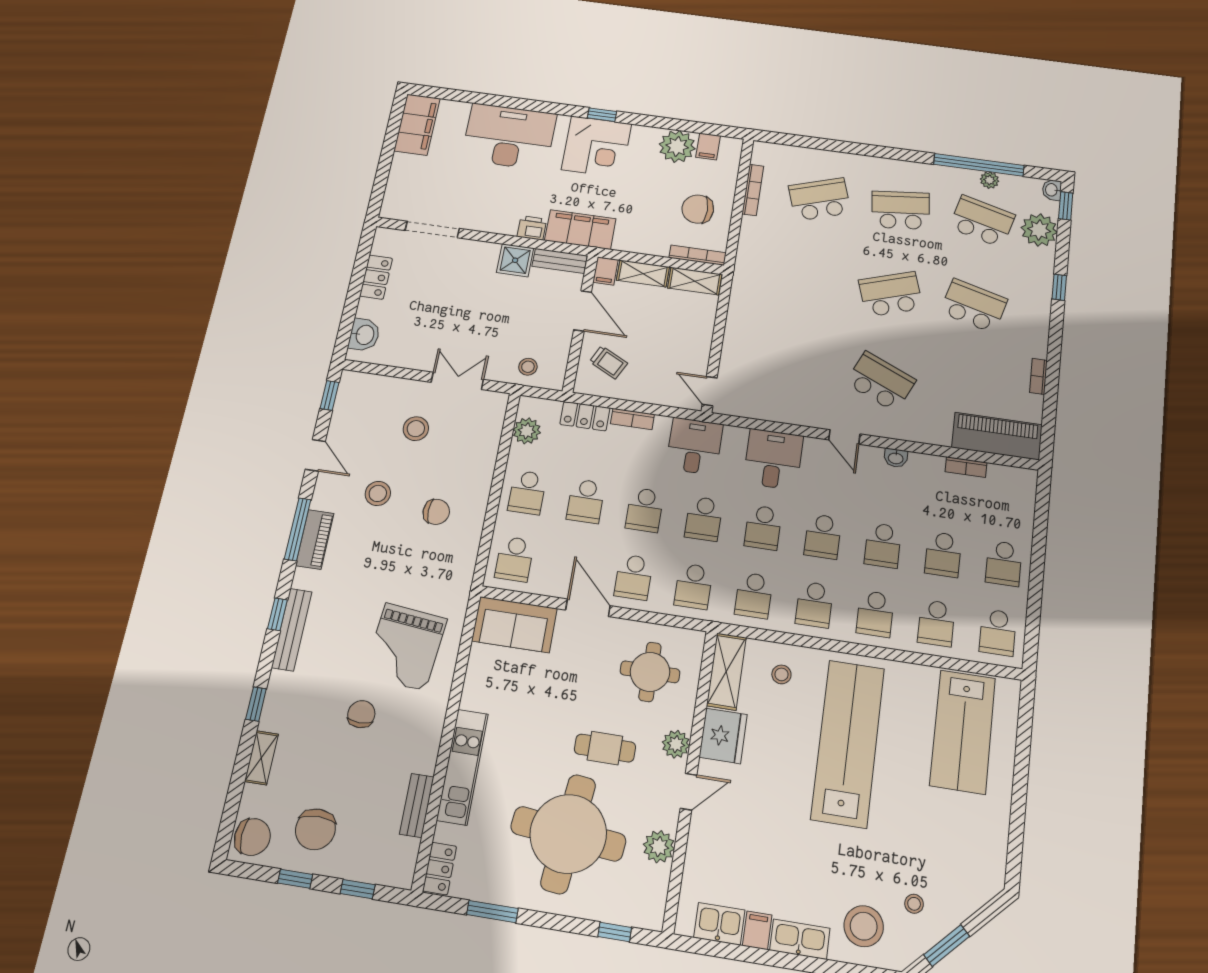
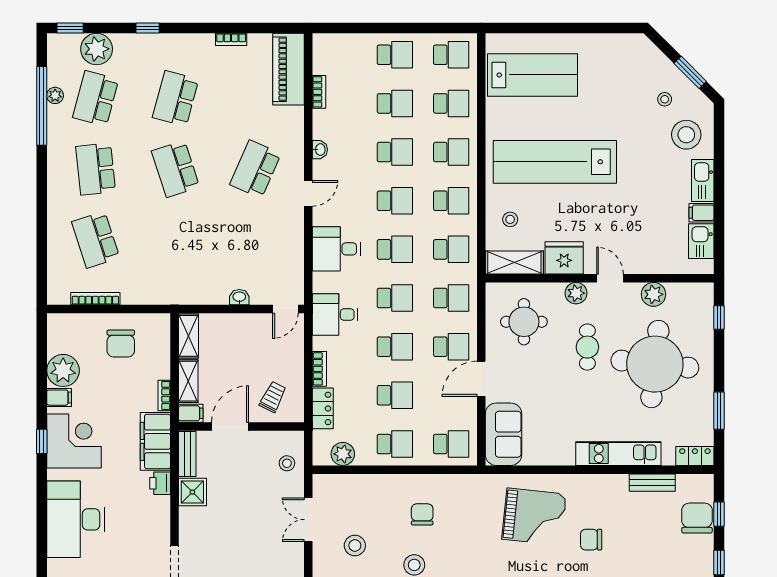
filing cabinet: (708, 147) -> (59, 398), moved
washbasin: (1052, 190) -> (239, 297), moved, turned 180
bookcase: (698, 255) -> (164, 395), moved, width x0.64
chair: (315, 829) -> (697, 518), moved, turned -90

